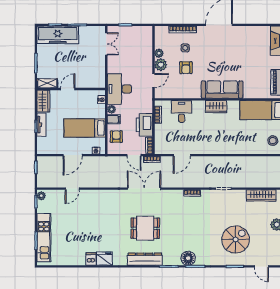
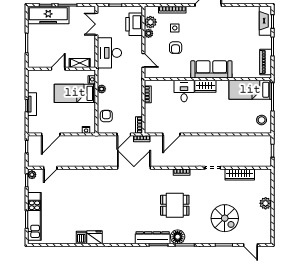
double door: (106, 44) -> (96, 24), swing flipped
plant: (161, 65) -> (150, 22), moved
door: (154, 81) -> (143, 60), hinge flipped
shelving: (47, 83) -> (80, 63), moved
desk: (119, 89) -> (109, 53), moved
wardrobe: (43, 101) -> (34, 81), removed
desk: (182, 111) -> (184, 91), moved
filing cabinet: (114, 119) -> (104, 99), removed
printer: (144, 125) -> (134, 24), moved
bed: (85, 128) -> (75, 93), moved
door: (73, 155) -> (51, 134), moved
door: (134, 155) -> (124, 134), hinge flipped
door: (72, 189) -> (50, 168), moved
wardrobe: (261, 195) -> (240, 174), moved
dining table: (145, 228) -> (175, 205), moved
spiral stairs: (236, 240) -> (225, 218), turned 90
dresser: (145, 259) -> (153, 238), moved

